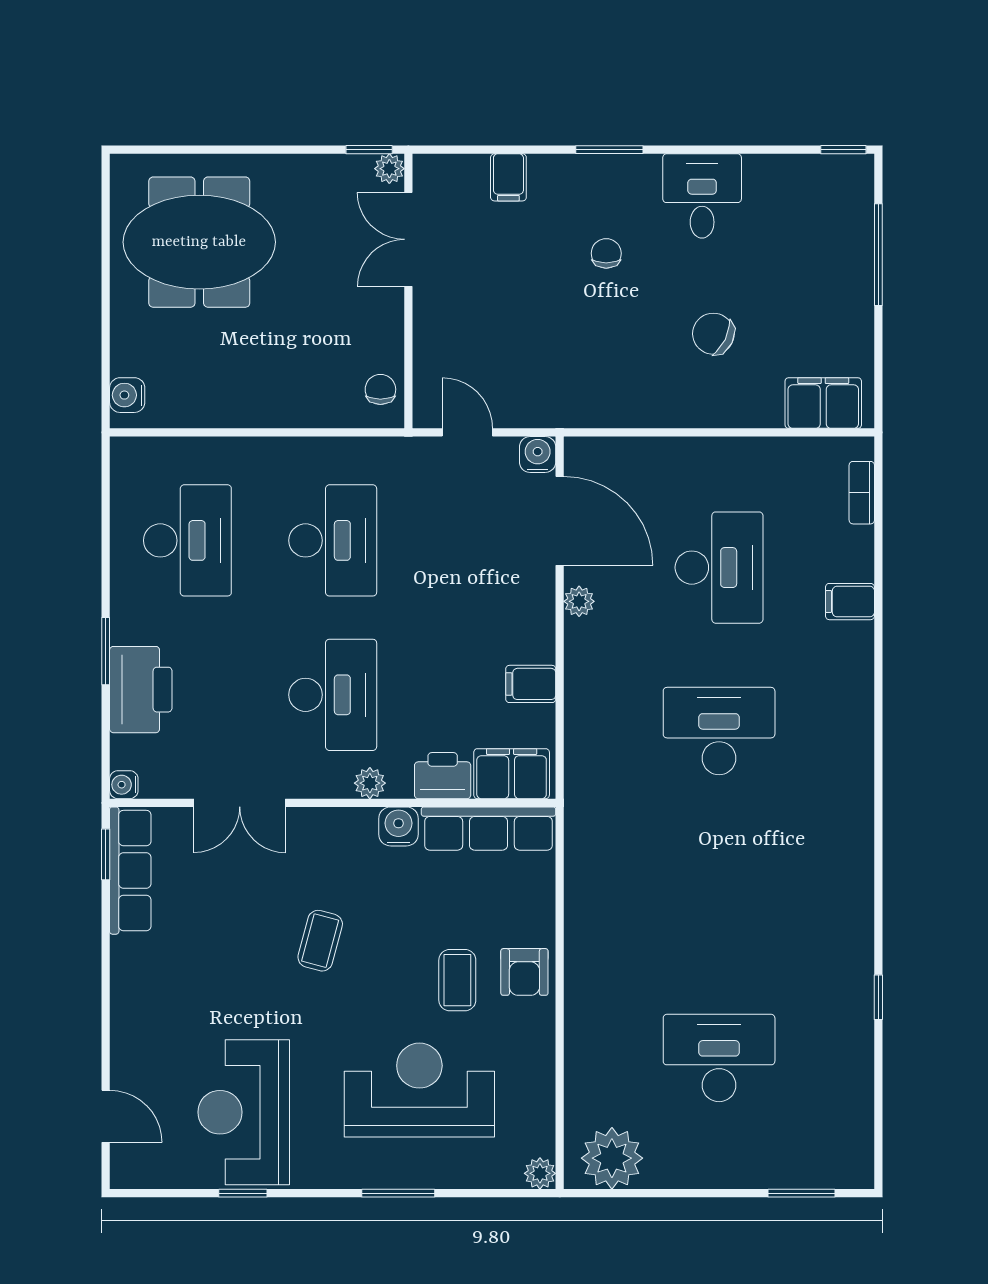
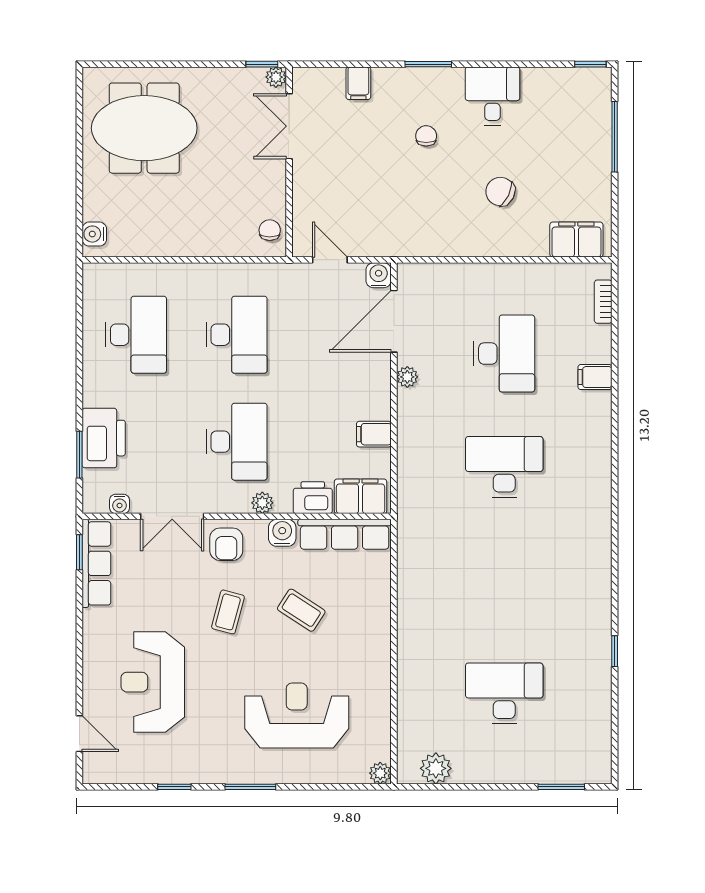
door: (560, 521) -> (394, 321), swing flipped
window: (106, 651) -> (79, 455), moved
water cooler: (124, 785) -> (120, 504), moved, turned -90
armchair: (524, 972) -> (226, 544), moved
coffee table: (457, 980) -> (301, 610), moved, turned -57
reception desk: (244, 1112) -> (153, 682), moved
plant: (612, 1158) -> (436, 768), width x0.73, depth x0.73
window: (398, 1193) -> (250, 787), moved

